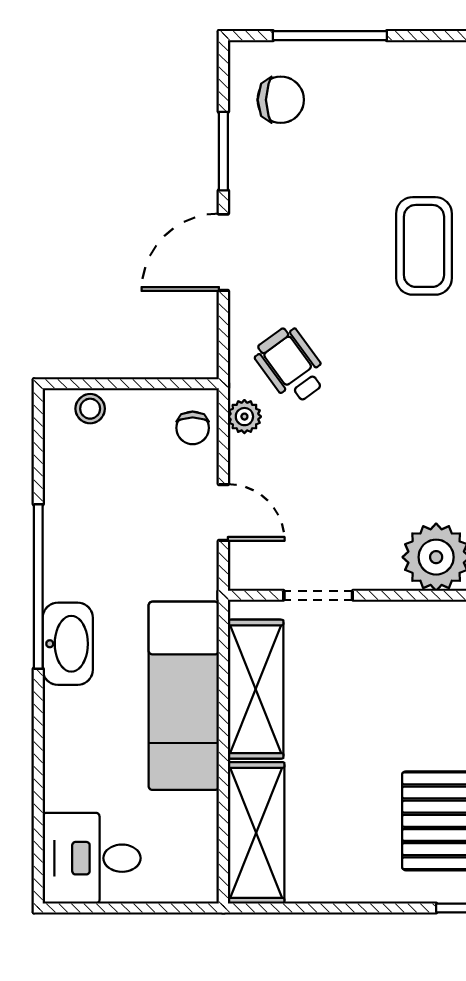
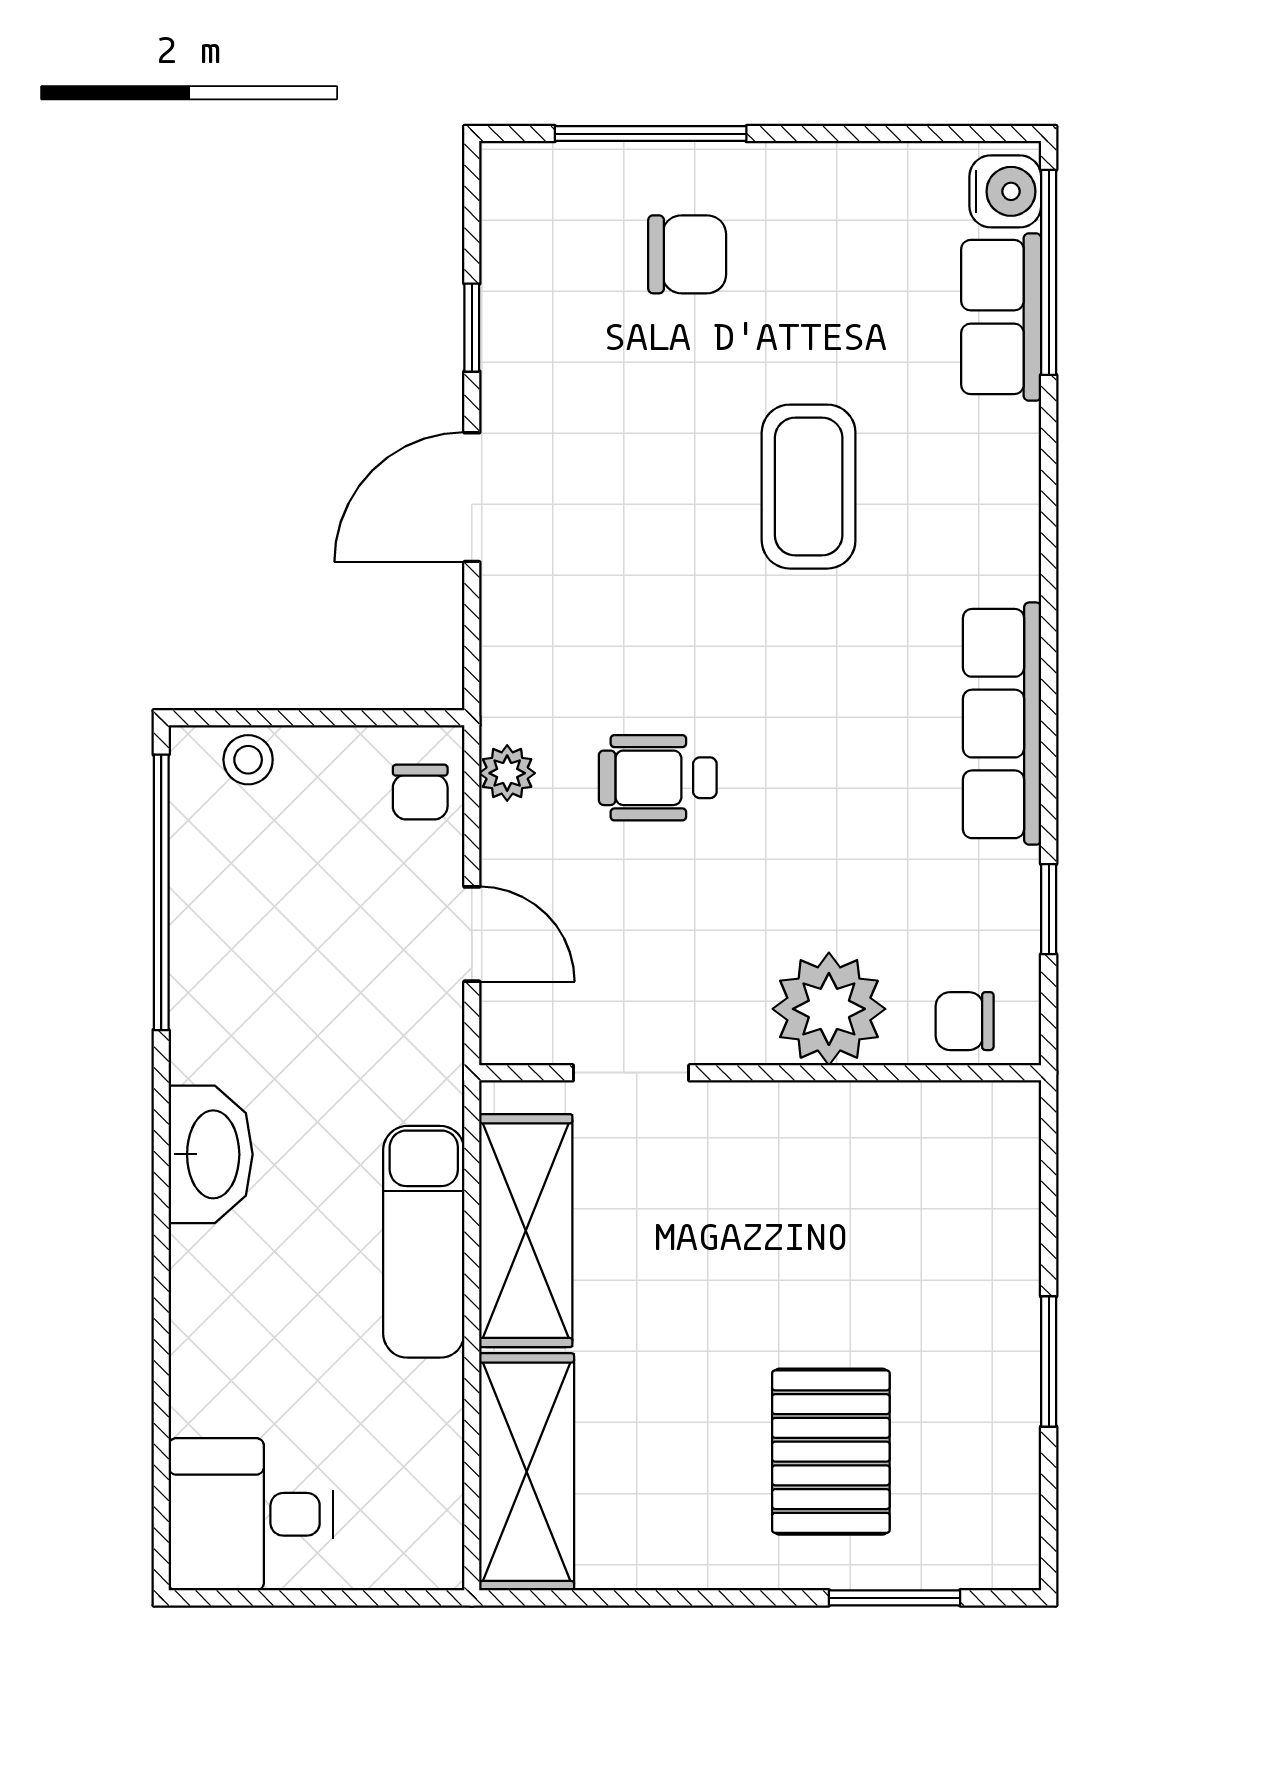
chair: (281, 100) -> (687, 254), moved
window: (223, 151) -> (472, 328), width x0.67
wheelchair: (291, 365) -> (658, 778), moved, turned -54
window: (38, 587) -> (161, 892), moved
exam couch: (184, 696) -> (424, 1242), width x0.73, depth x0.69

